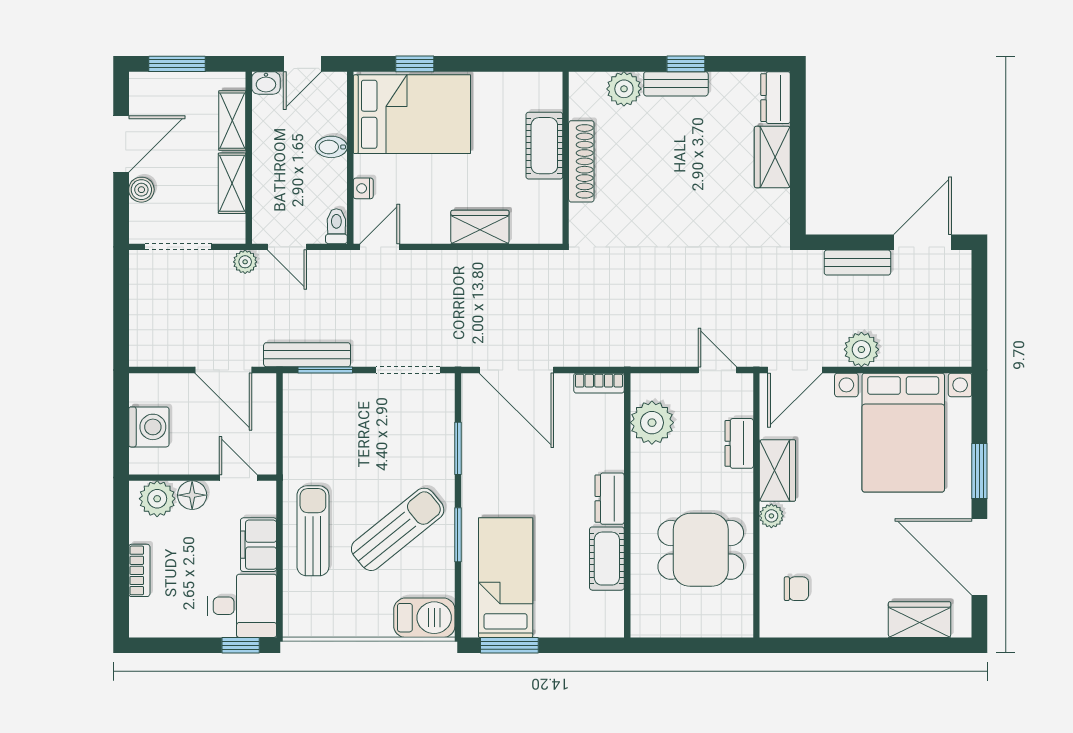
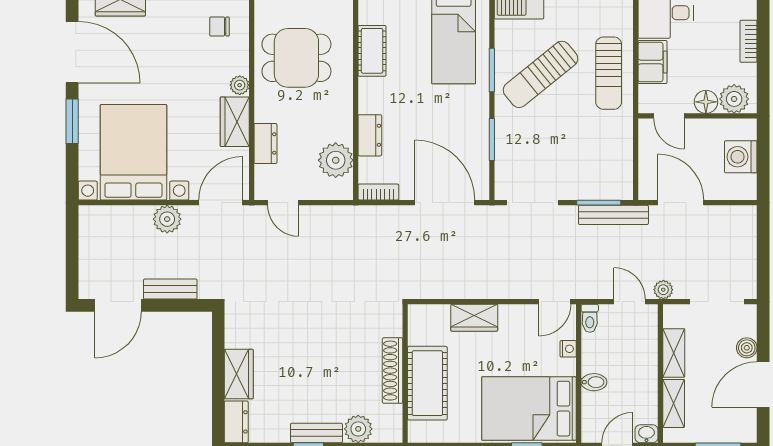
cot: (544, 146) -> (427, 383), width x1.37, depth x1.34
dresser: (610, 499) -> (370, 135), moved

